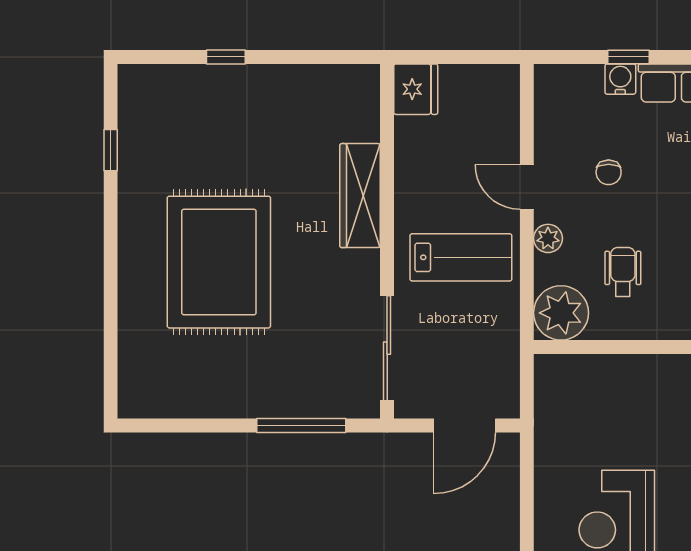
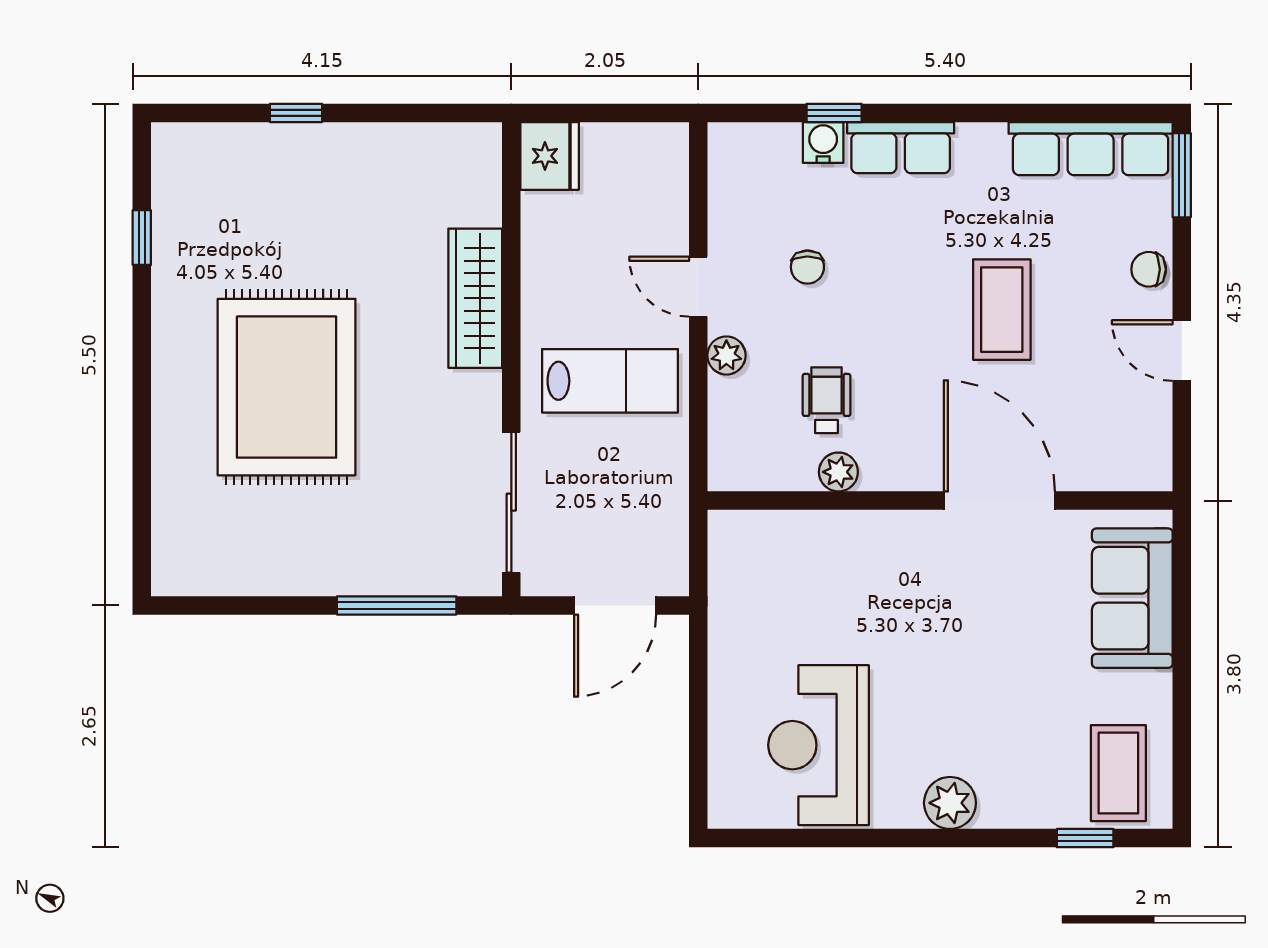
plant: (561, 313) -> (838, 472), moved, width x0.53, depth x0.53

